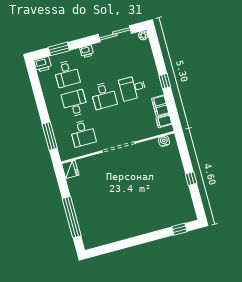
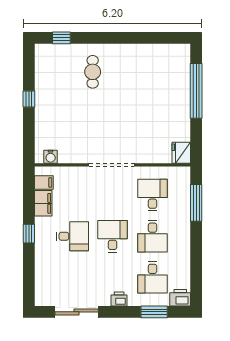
plant: (143, 35) -> (41, 300), removed
desk: (67, 74) -> (153, 277), turned 180
cafe table: (150, 211) -> (93, 72), added

